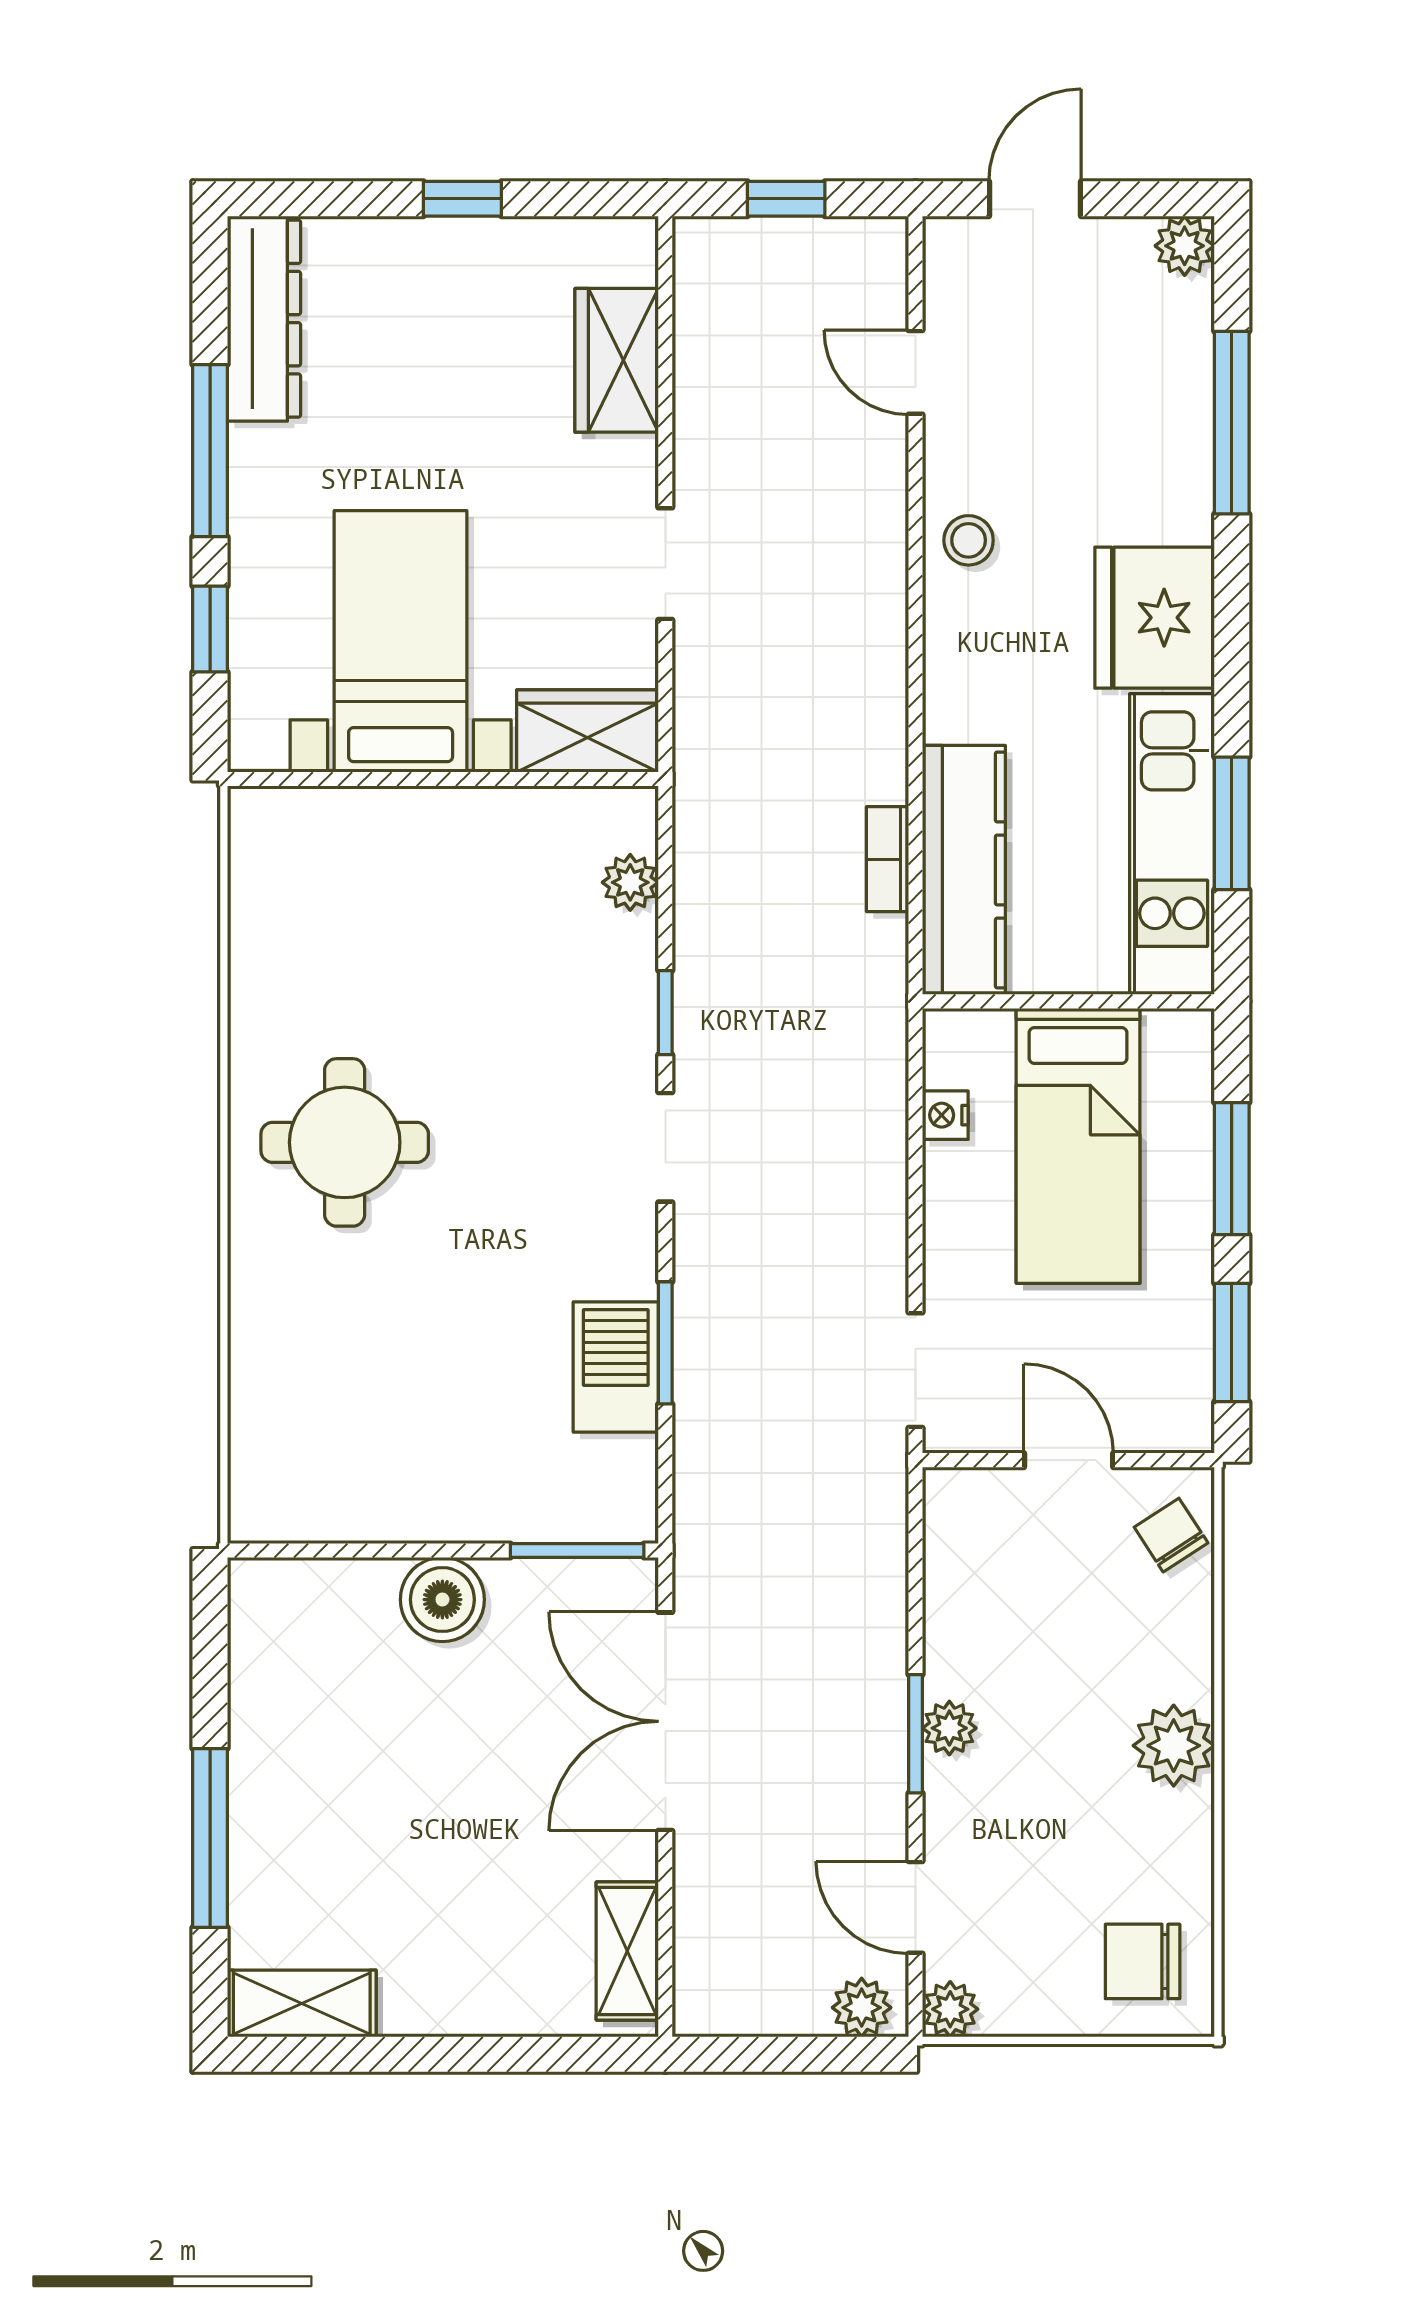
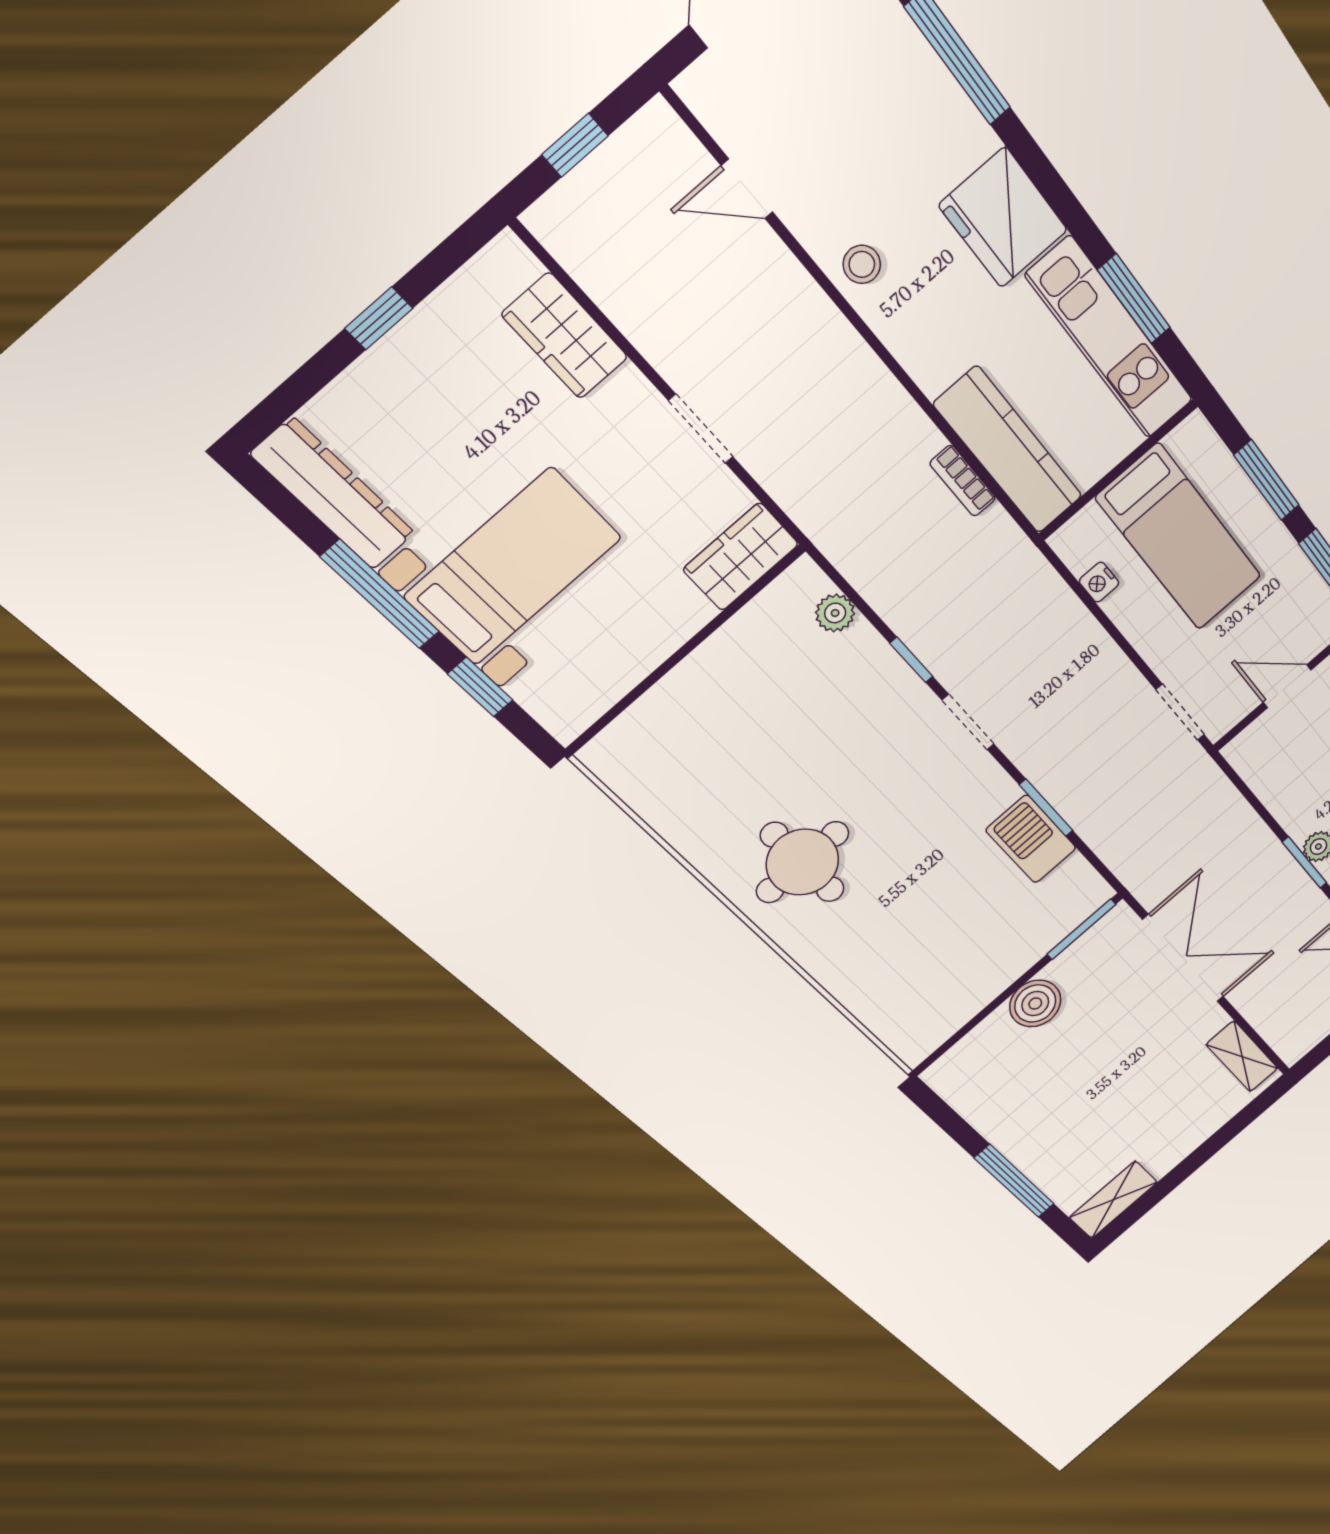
bed with nightstands: (401, 641) -> (513, 567), moved, turned 90
double door: (665, 1721) -> (1183, 959), swing flipped

